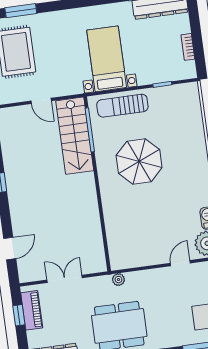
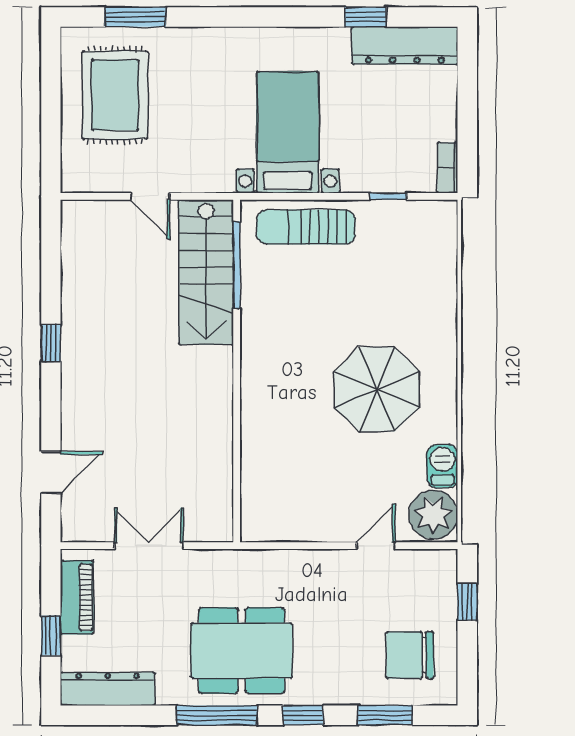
bookcase: (188, 47) -> (448, 168), moved
parasol: (139, 161) -> (377, 389), moved
plant: (118, 280) -> (252, 561), removed
window: (19, 315) -> (51, 636), moved

